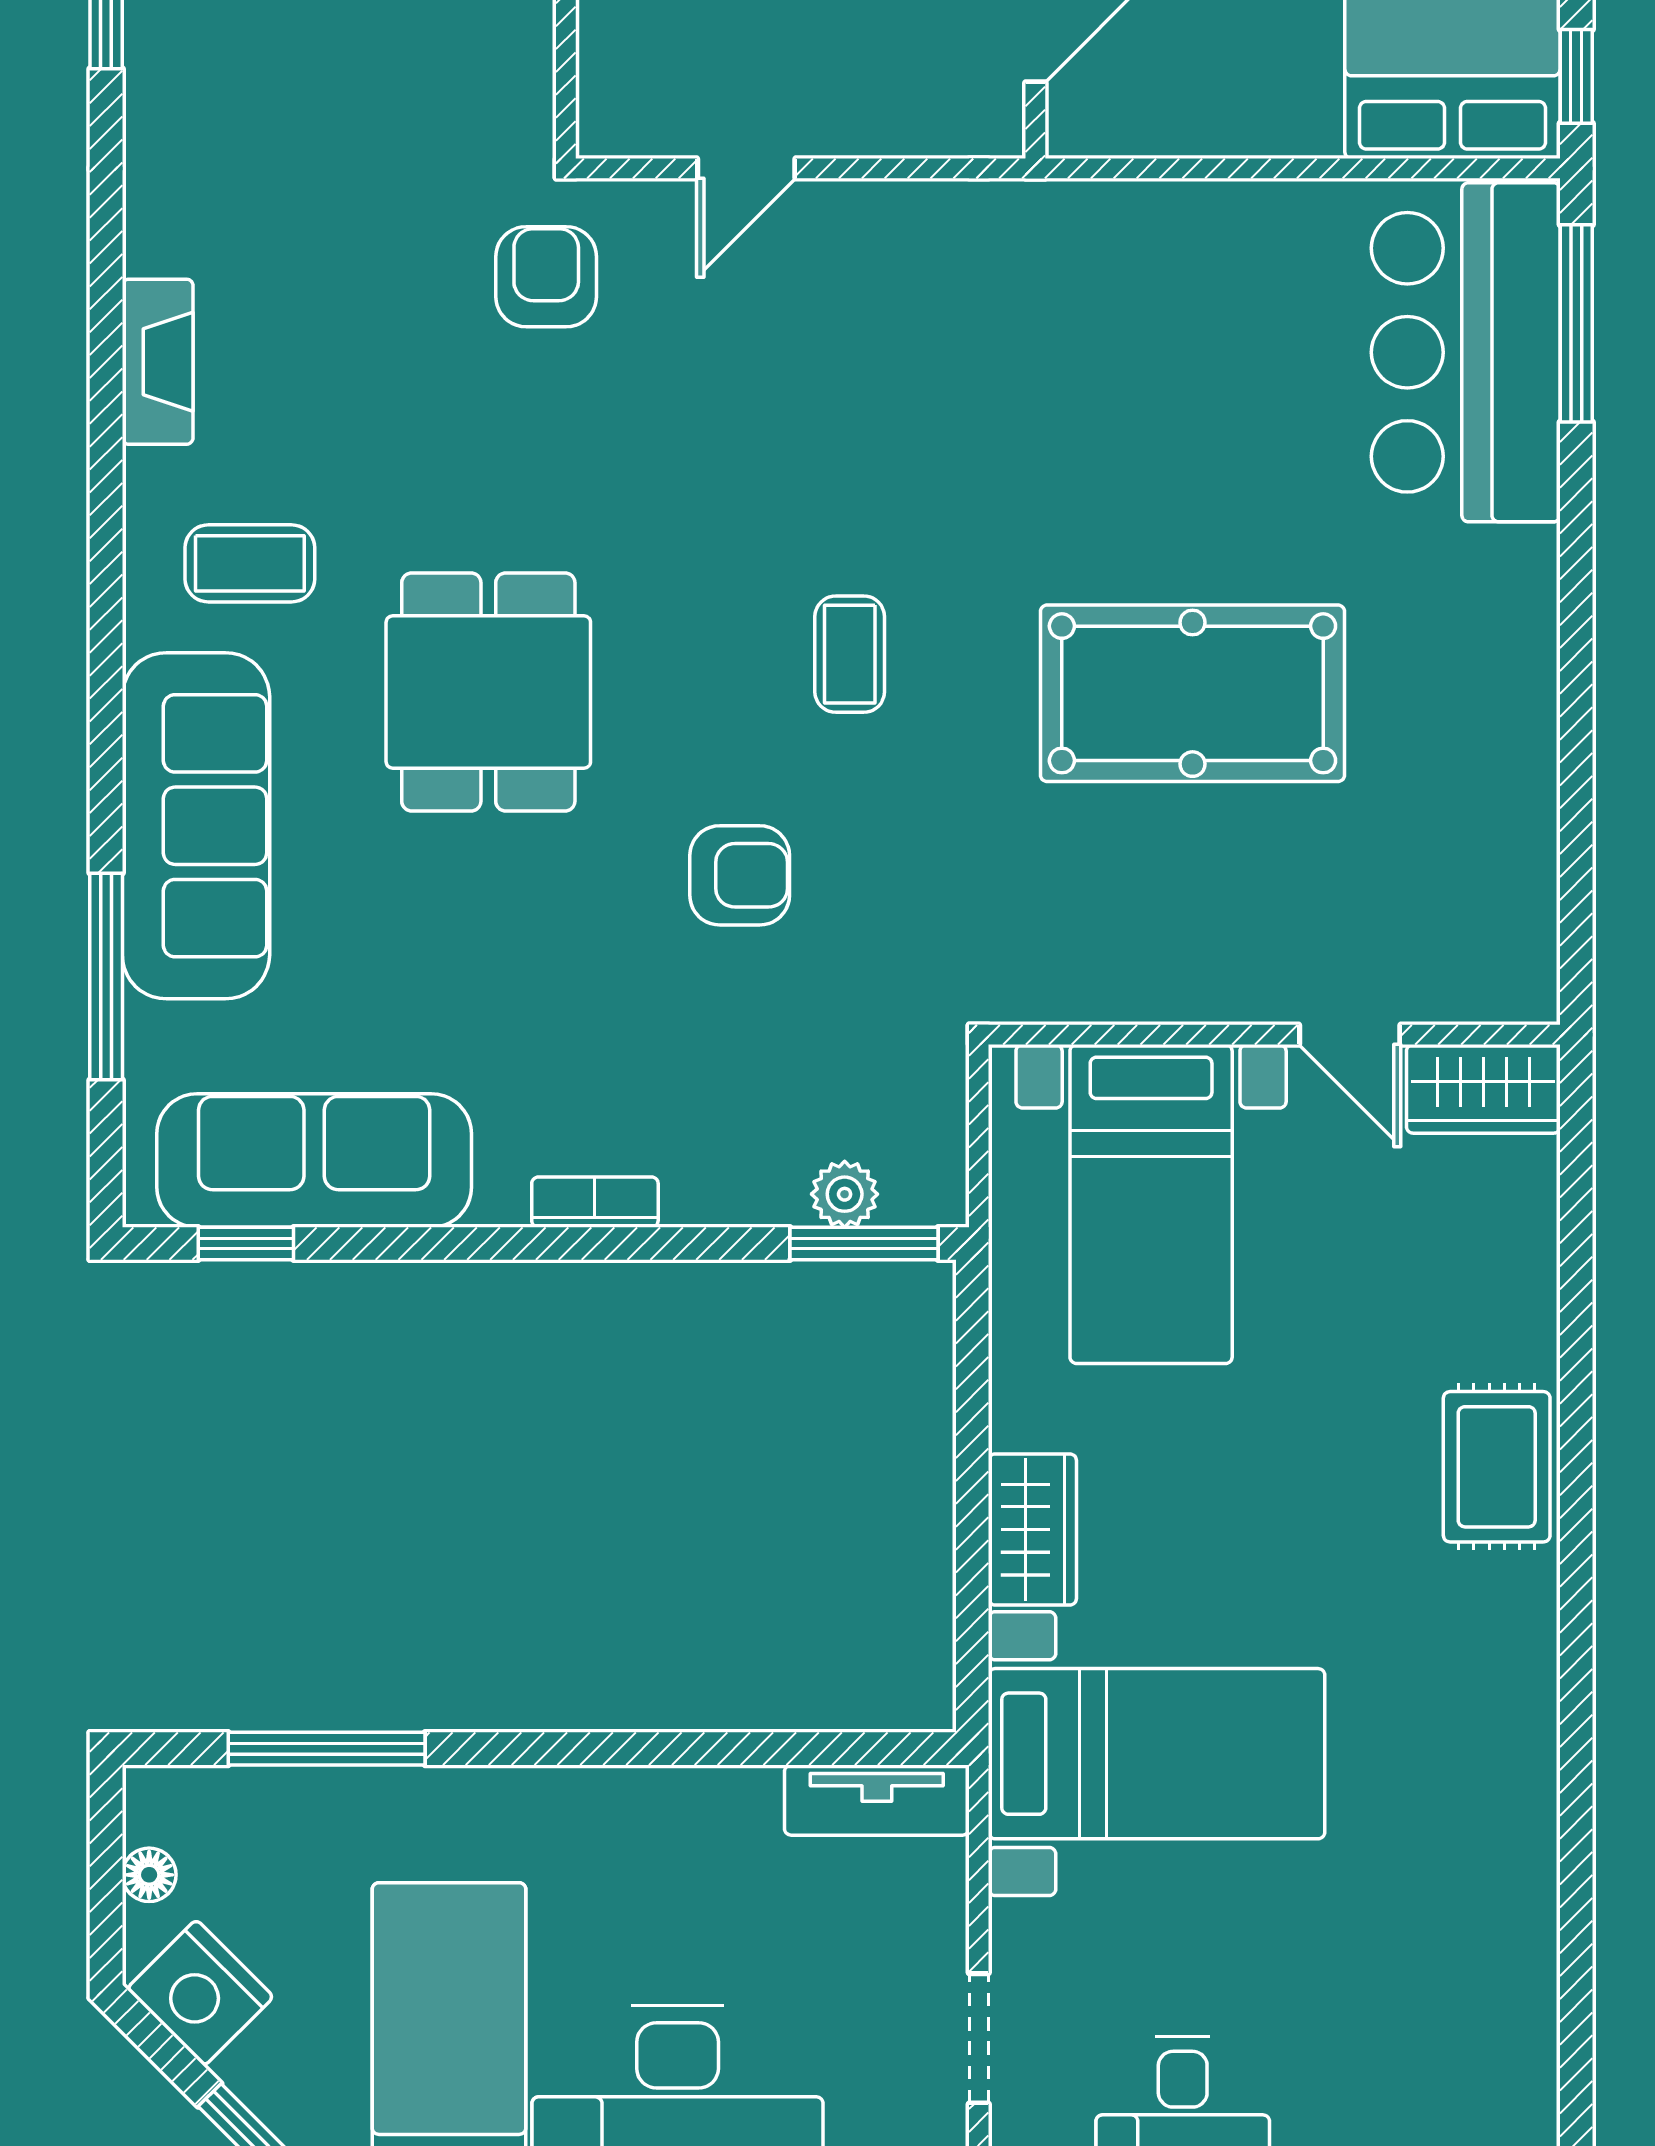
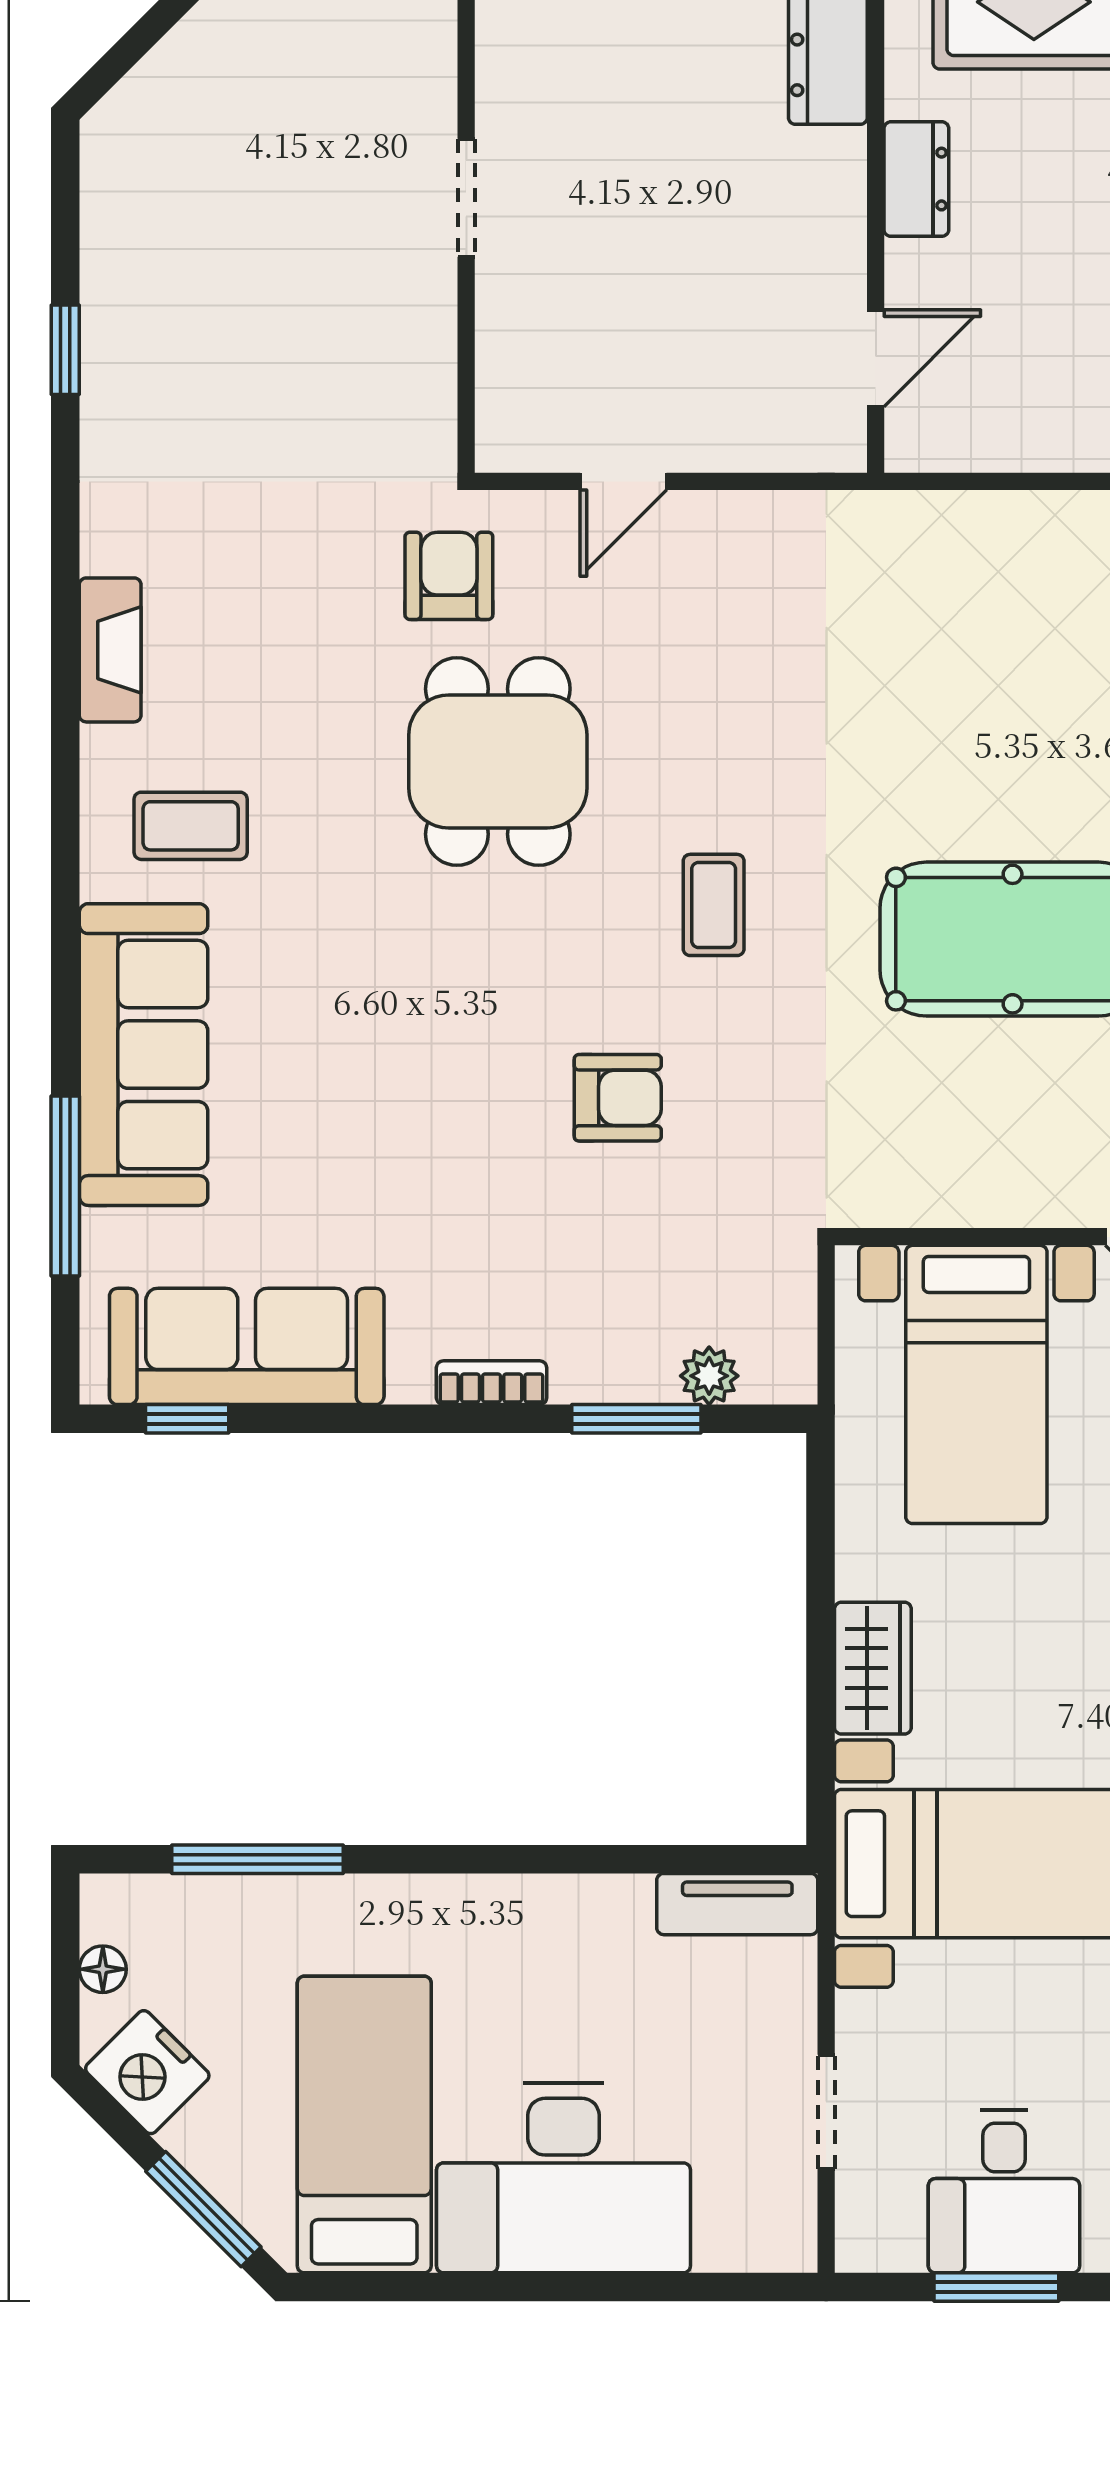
dining table: (488, 692) -> (498, 762), moved
window: (864, 1244) -> (636, 1419), moved

